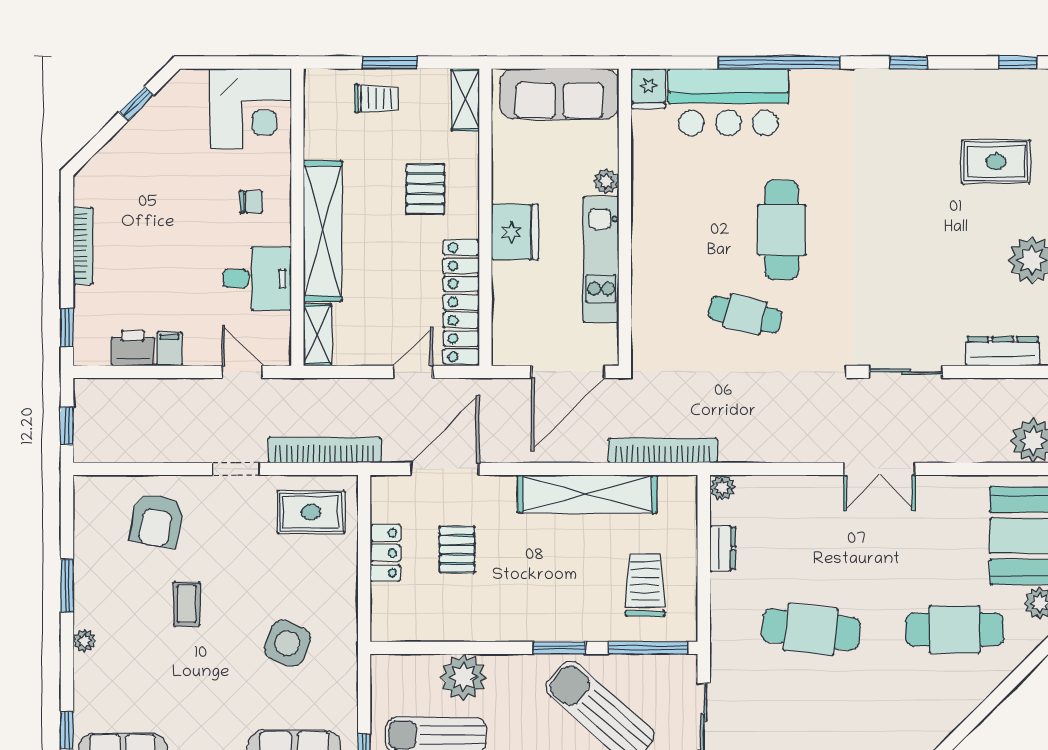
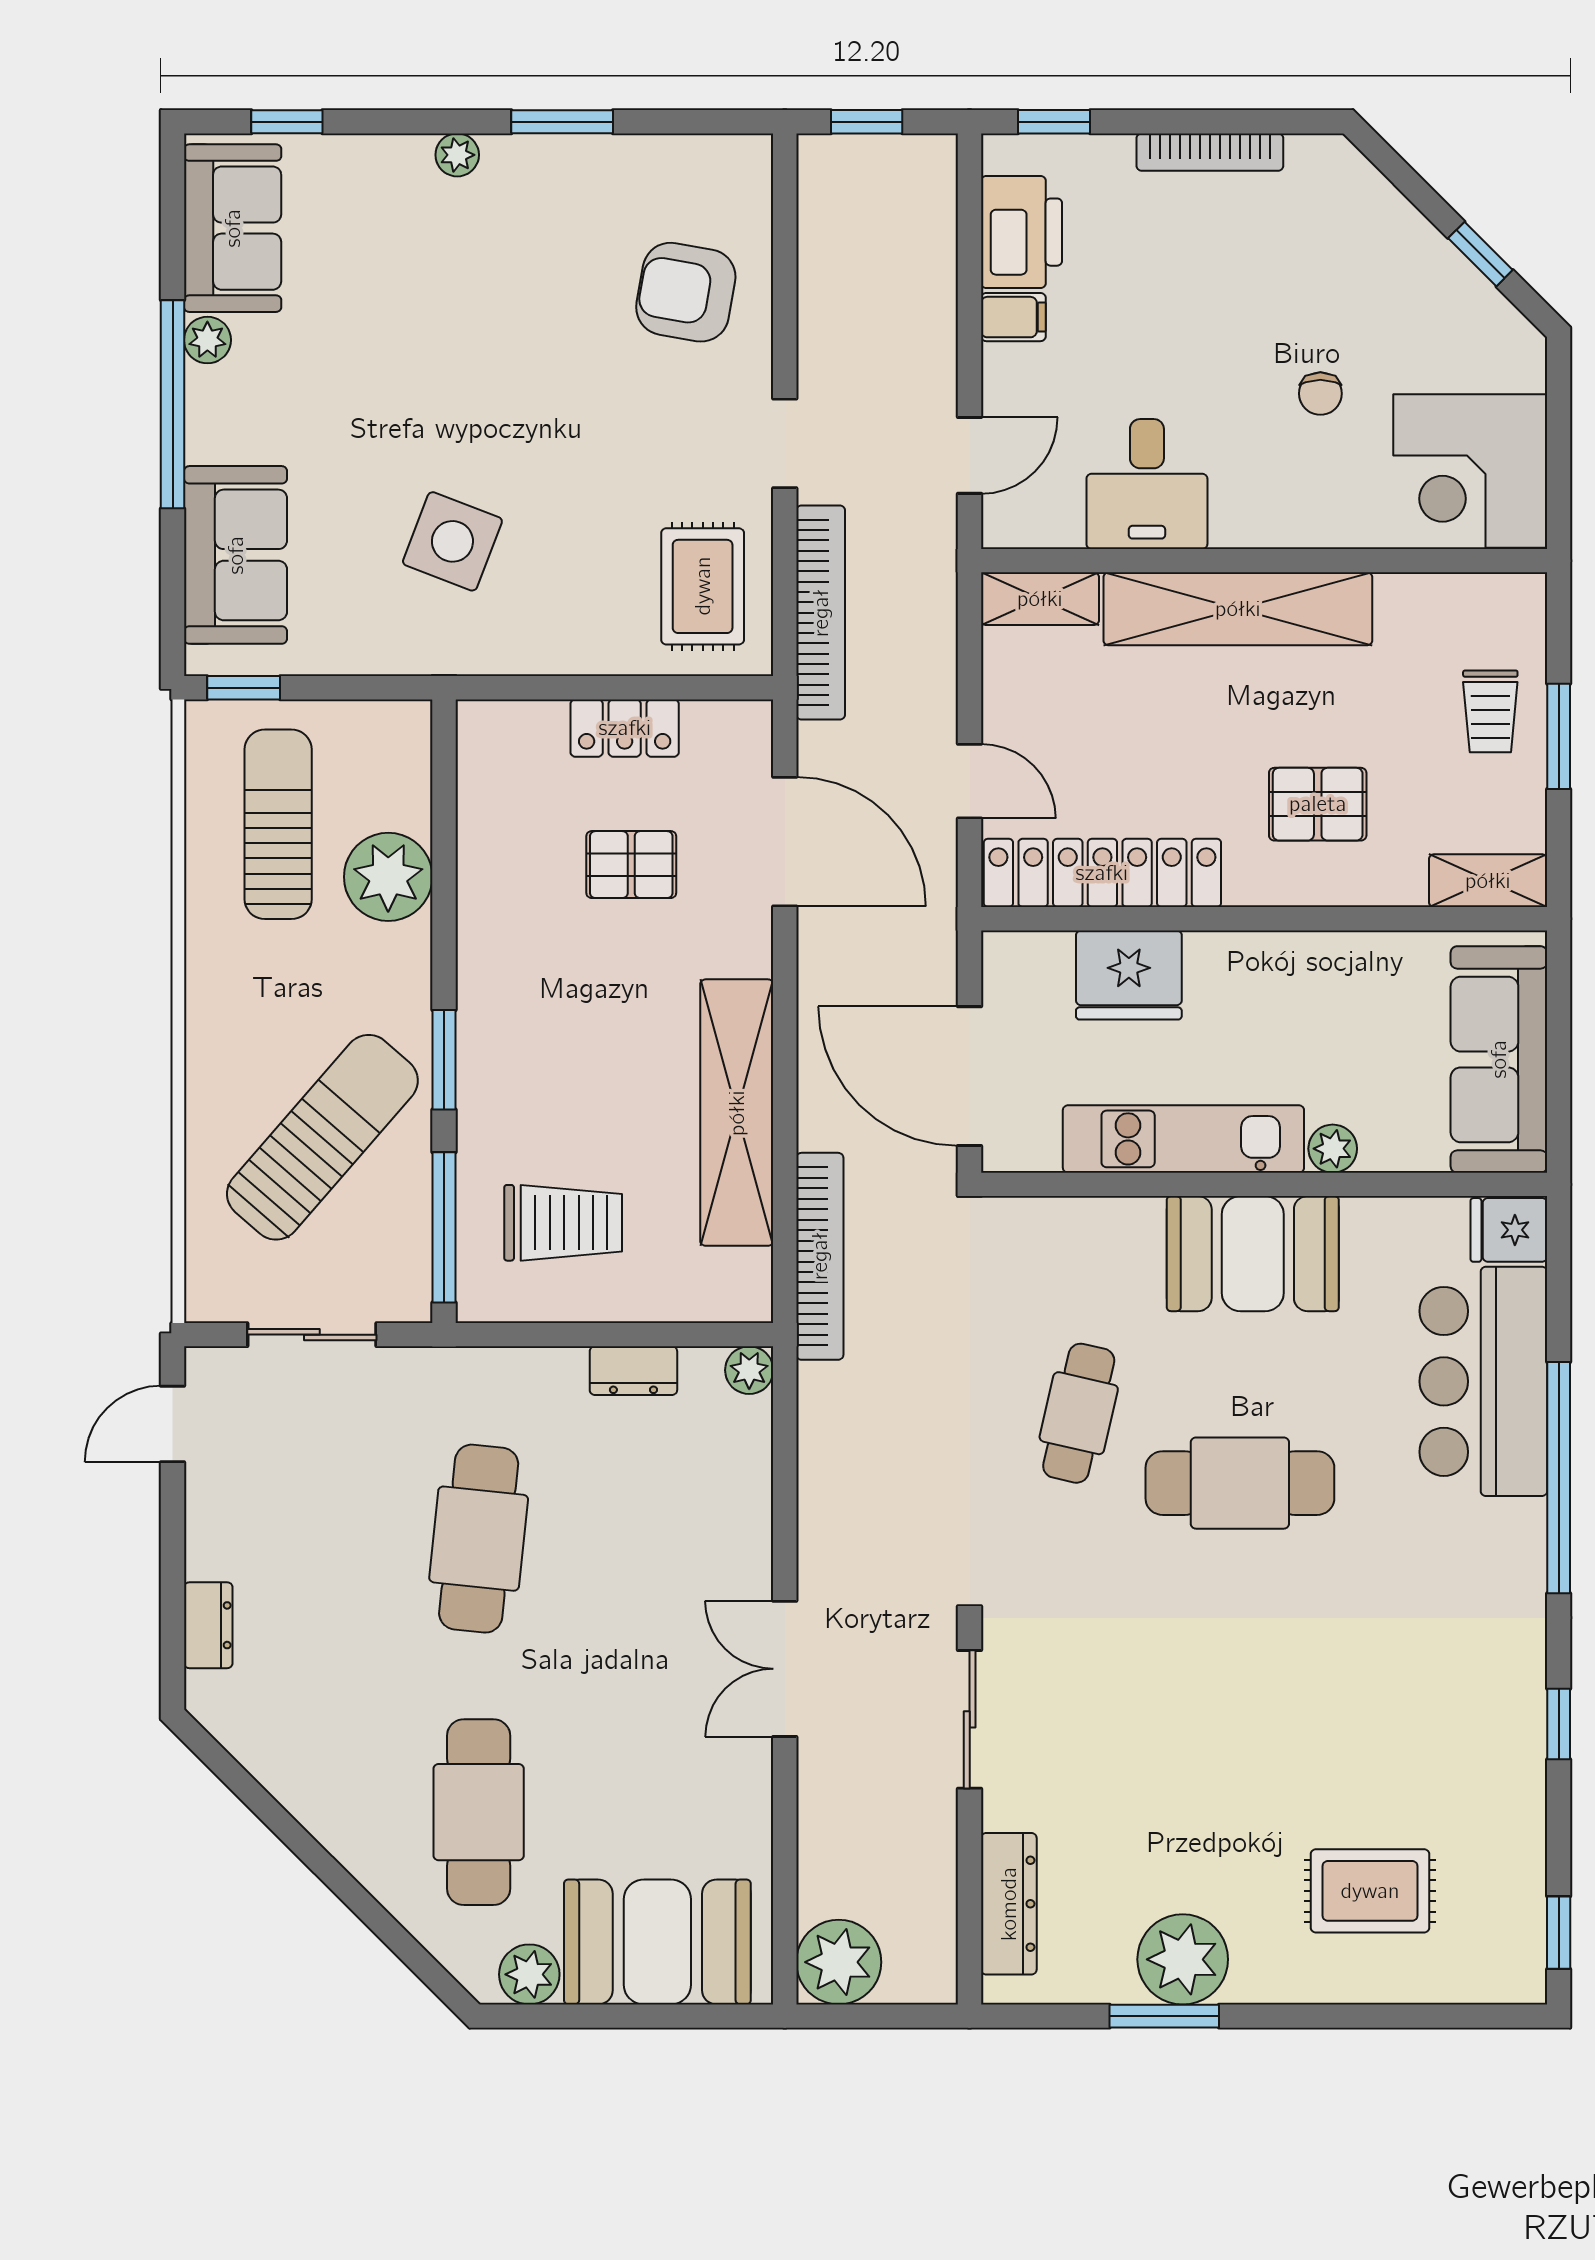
rug: (996, 162) -> (1370, 1891), turned 90
chair: (251, 202) -> (1320, 394), moved
booth: (661, 223) -> (1253, 1254), added
fridge: (515, 232) -> (1129, 975), moved
printer: (133, 348) -> (1021, 232), width x1.37, depth x1.19
coffee table: (187, 604) -> (528, 350), removed

